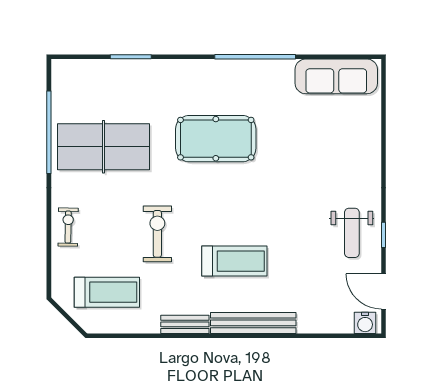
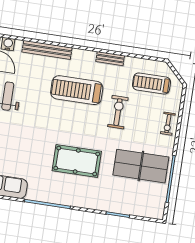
exercise bike: (157, 234) -> (118, 112), turned 180
treadmill: (234, 261) -> (77, 90), width x1.37, depth x1.38
bench: (253, 323) -> (47, 50), moved

